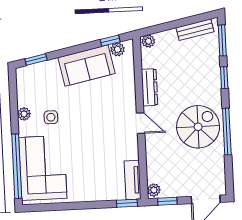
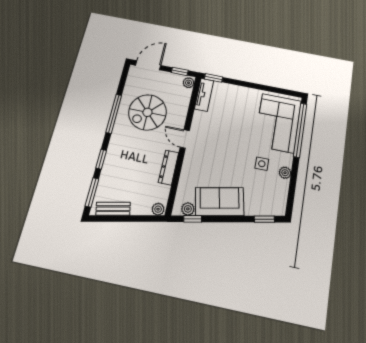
spiral stairs: (198, 127) -> (147, 112), moved

